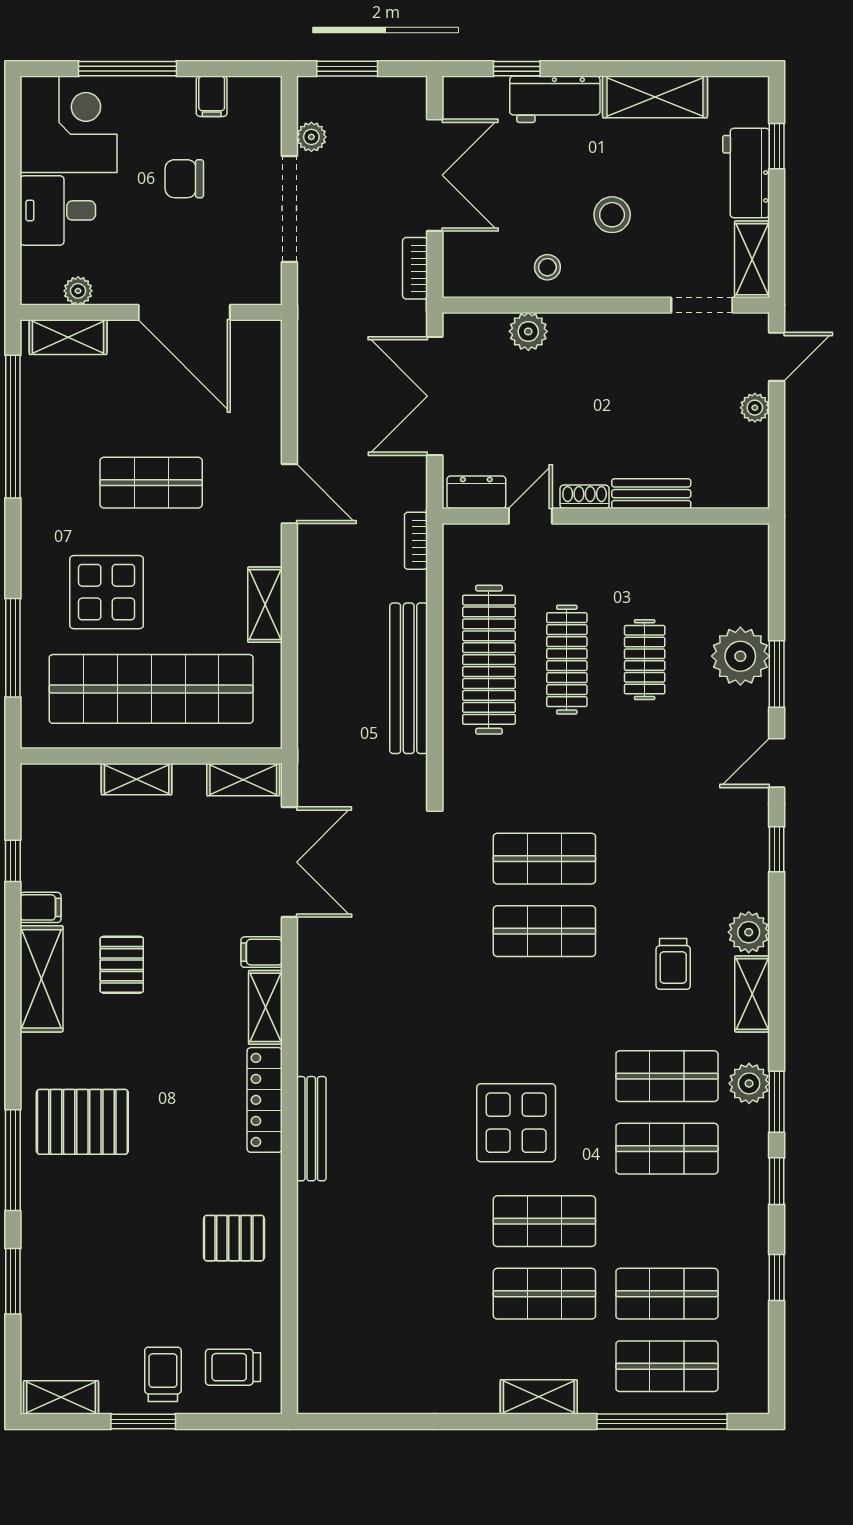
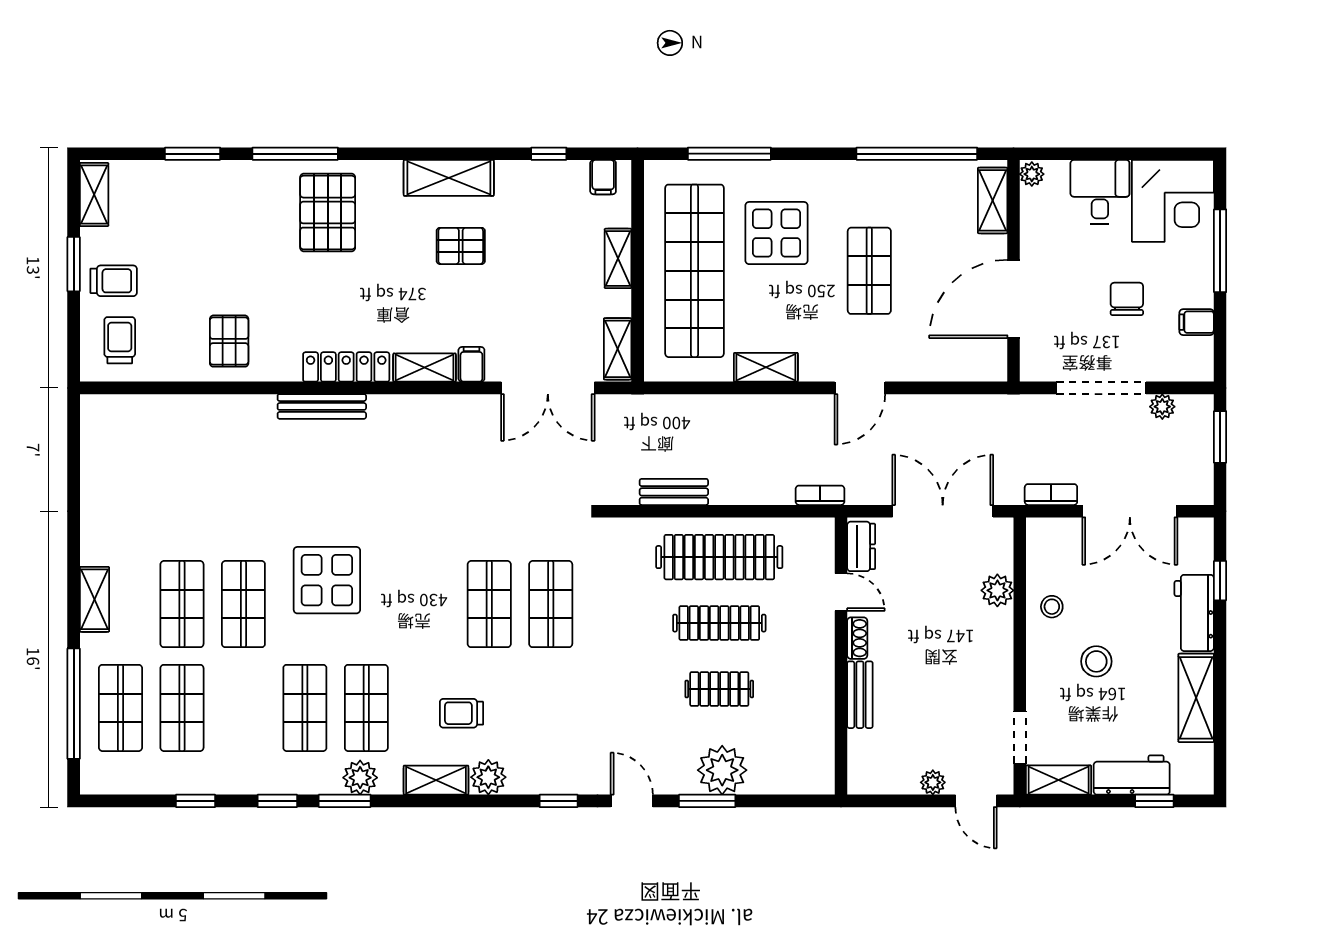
plant: (78, 291) -> (1032, 174), moved
bench: (409, 678) -> (674, 492), width x0.54, depth x0.82
filing cabinet: (41, 907) -> (603, 177), moved

